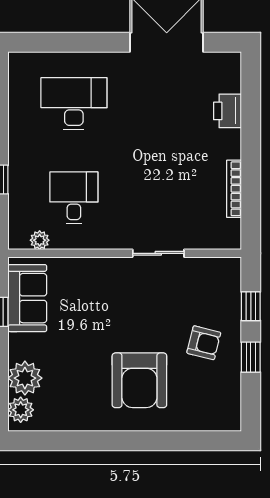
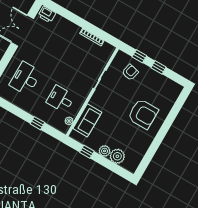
printer: (227, 111) -> (47, 14), moved
sofa: (27, 298) -> (87, 120), moved, turned 90
armchair: (204, 343) -> (130, 72), moved
plant: (21, 410) -> (105, 151), moved

